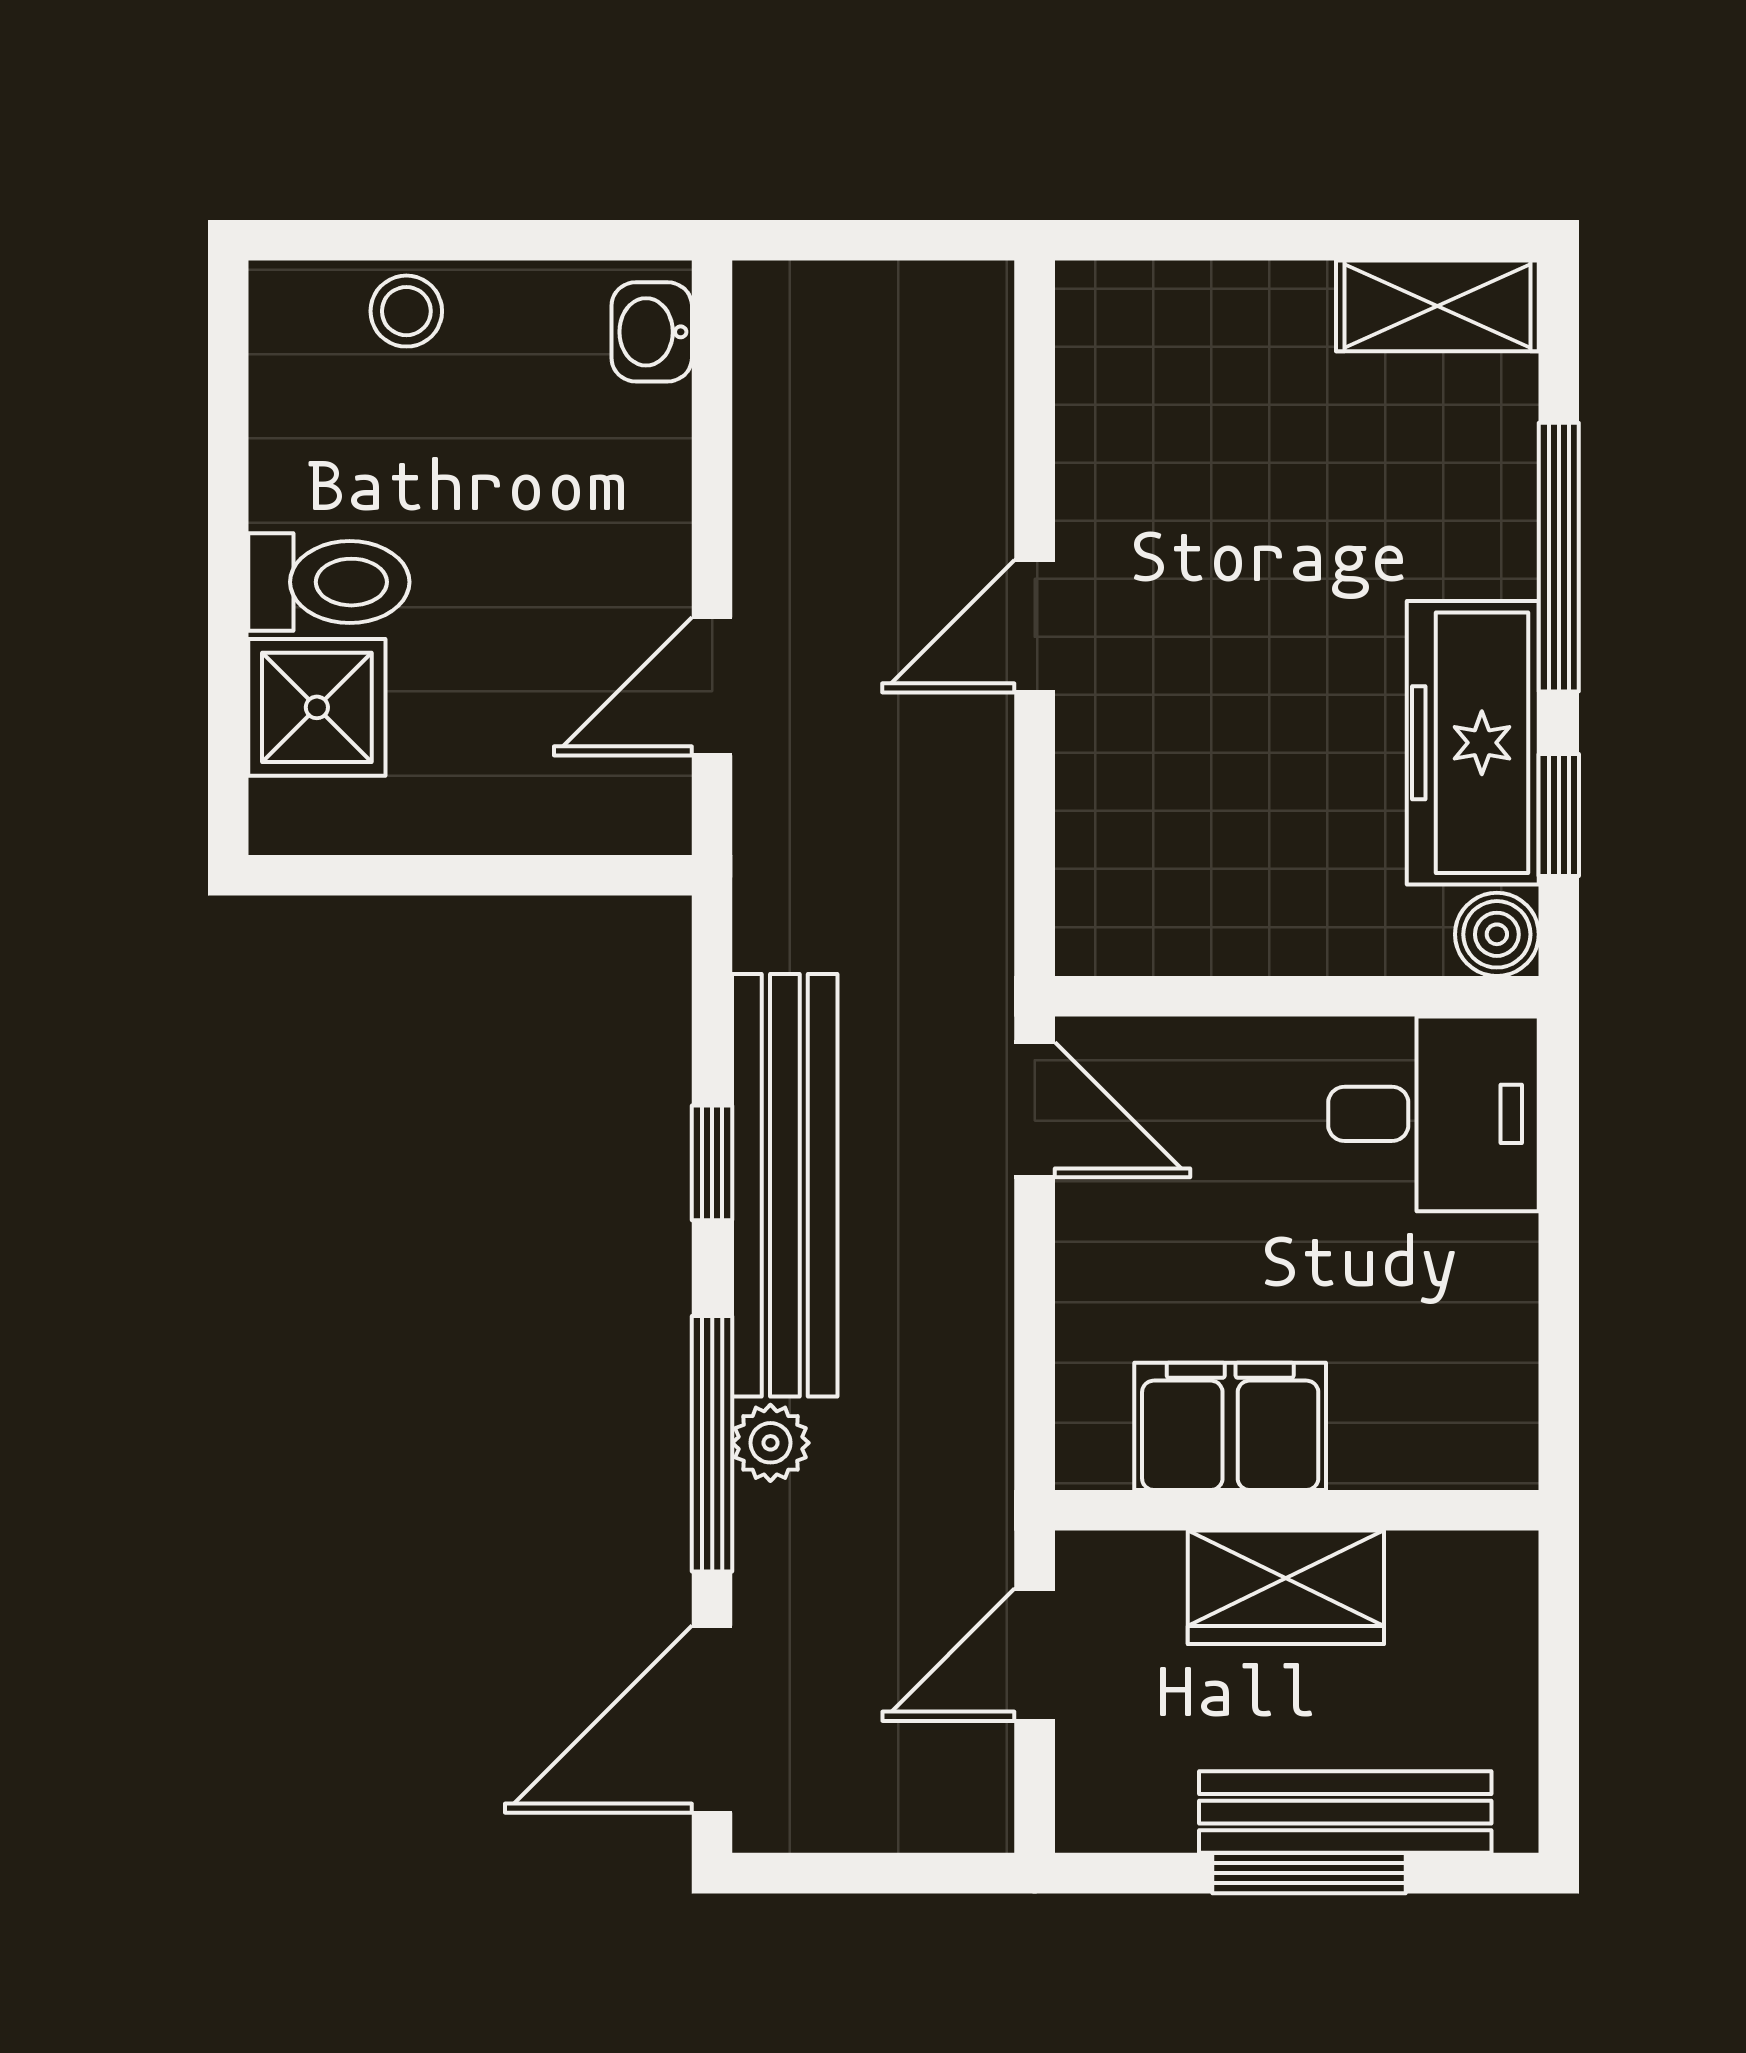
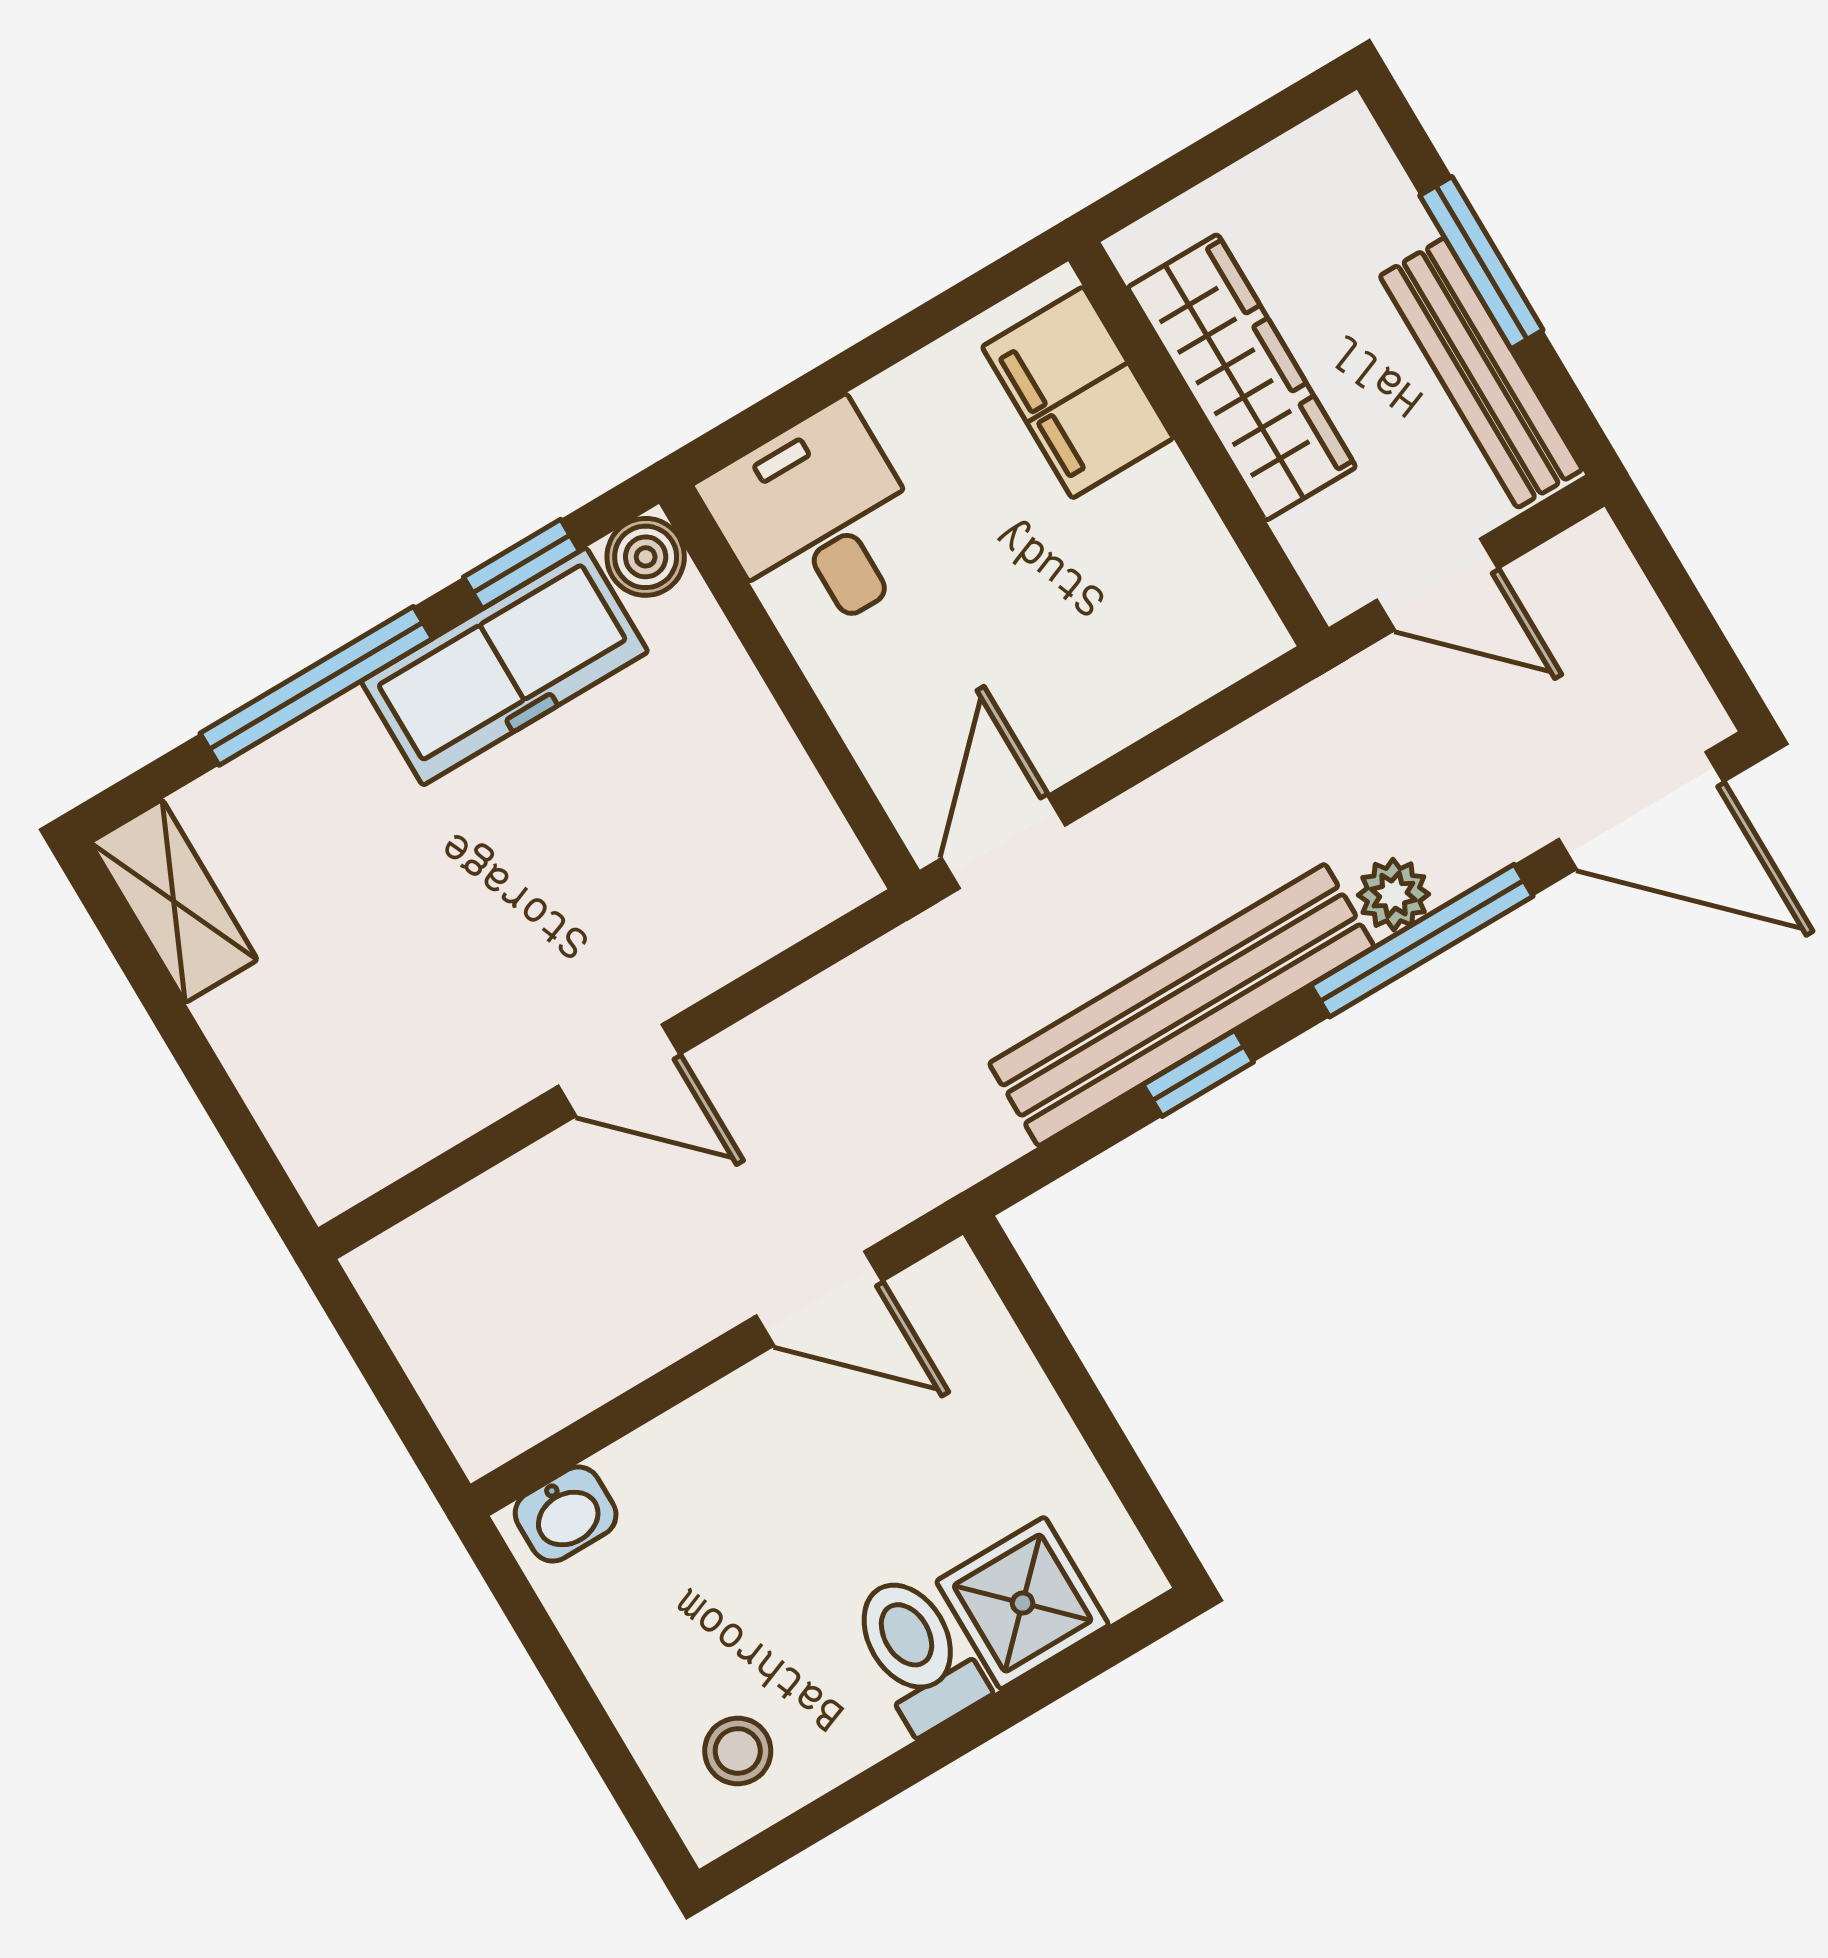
stool: (406, 311) -> (738, 1751), moved
filing cabinet: (1230, 1426) -> (1078, 393), moved
wardrobe: (1286, 1587) -> (1242, 377), width x1.50
bench: (1345, 1812) -> (1481, 373), moved

